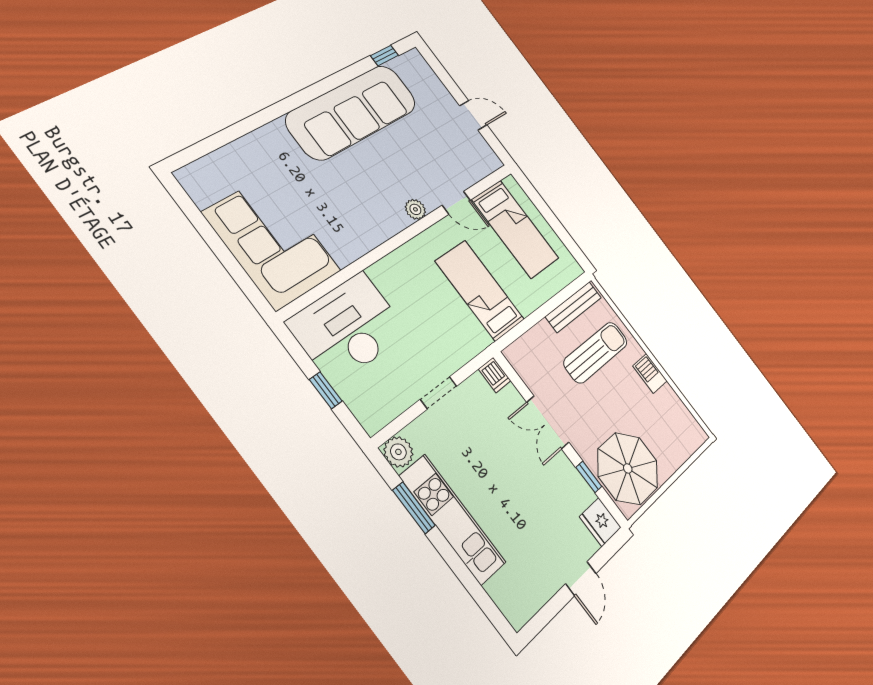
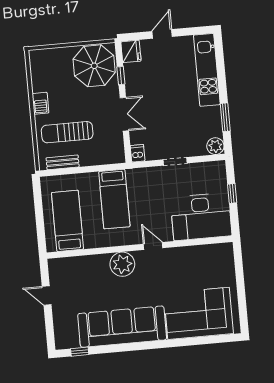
door: (456, 203) -> (153, 246), moved
plant: (415, 209) -> (122, 264), width x1.88, depth x1.88
corner sofa: (272, 242) -> (199, 313), moved, turned 90
bench: (573, 307) -> (63, 162), width x0.73
kitchen unit: (453, 519) -> (207, 70), moved

